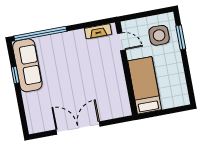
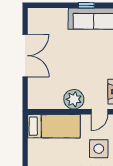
plant: (113, 70) -> (74, 99), added

